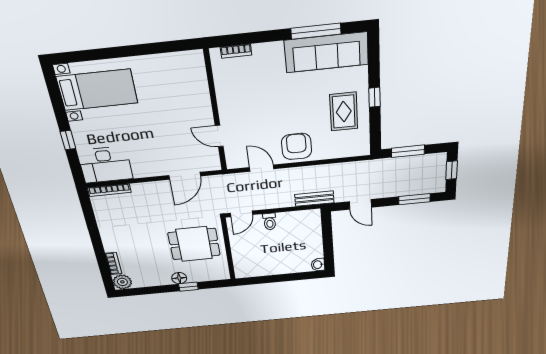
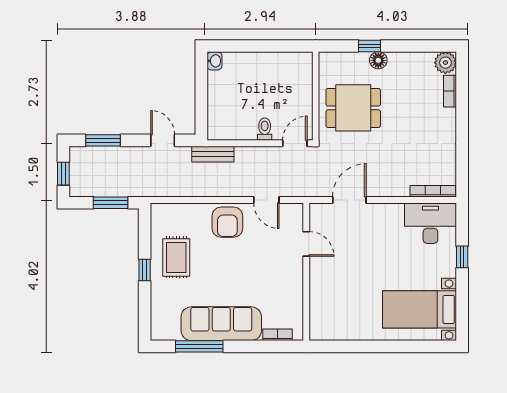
sofa: (326, 52) -> (221, 324), moved

